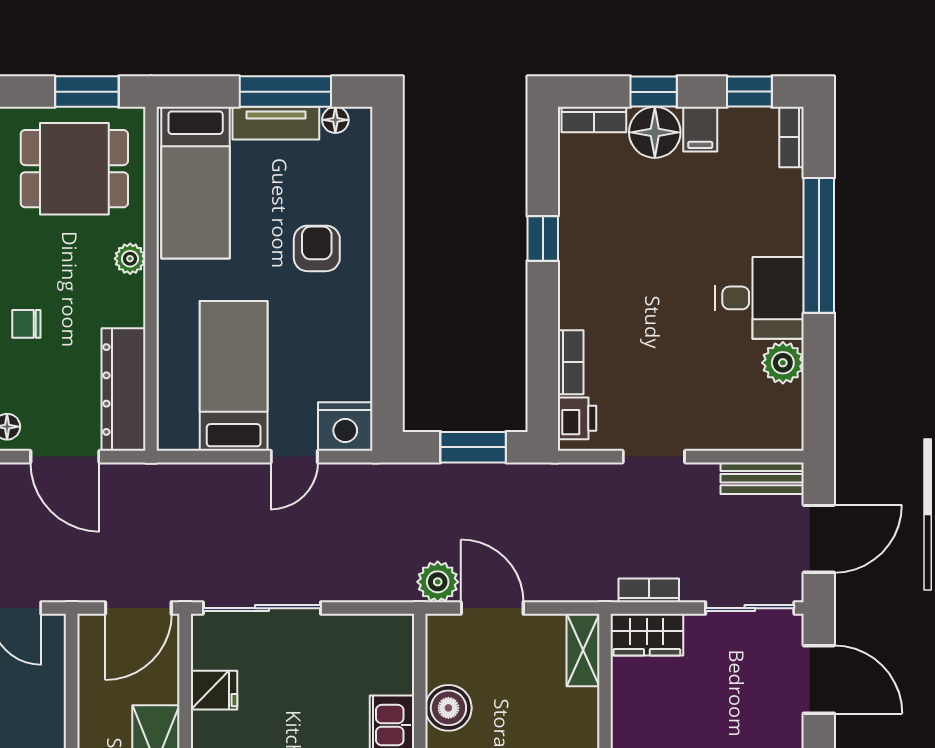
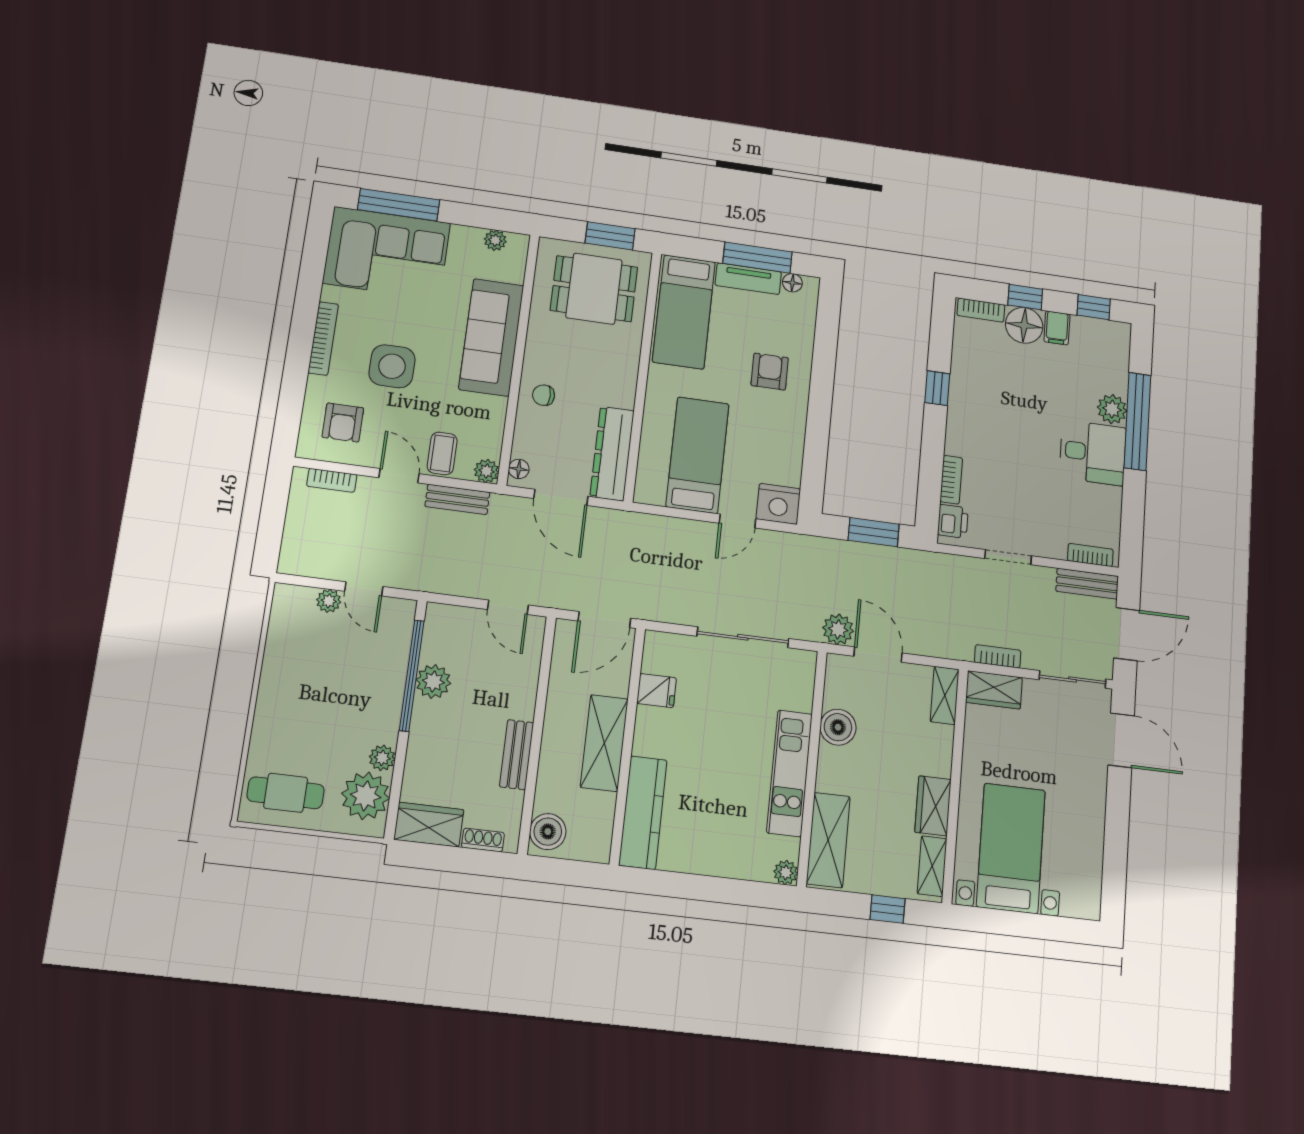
bookcase: (792, 137) -> (1090, 555), moved, turned 90
plant: (130, 259) -> (628, 359), removed
plant: (783, 363) -> (1112, 409), moved
sliding door: (262, 608) -> (743, 637), moved

